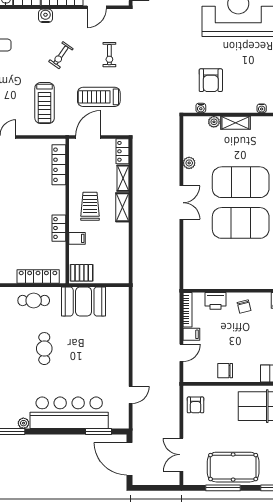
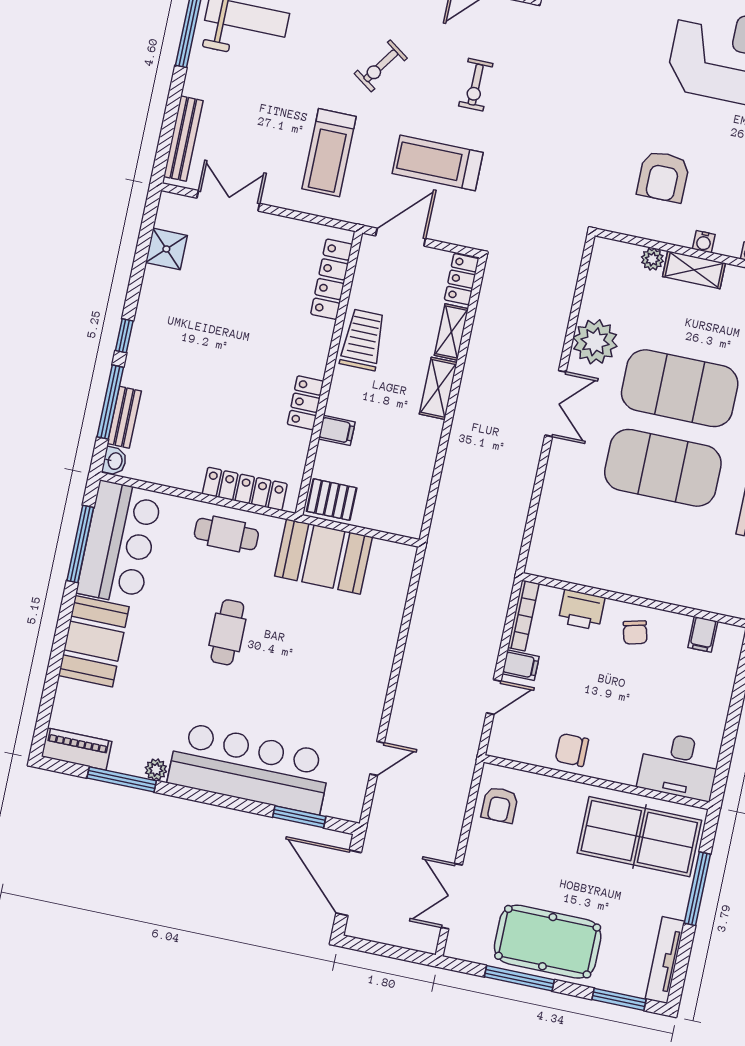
water cooler: (201, 108) -> (704, 242), moved
plant: (189, 163) -> (595, 342), width x1.87, depth x1.87
trolley: (90, 206) -> (363, 340), moved

